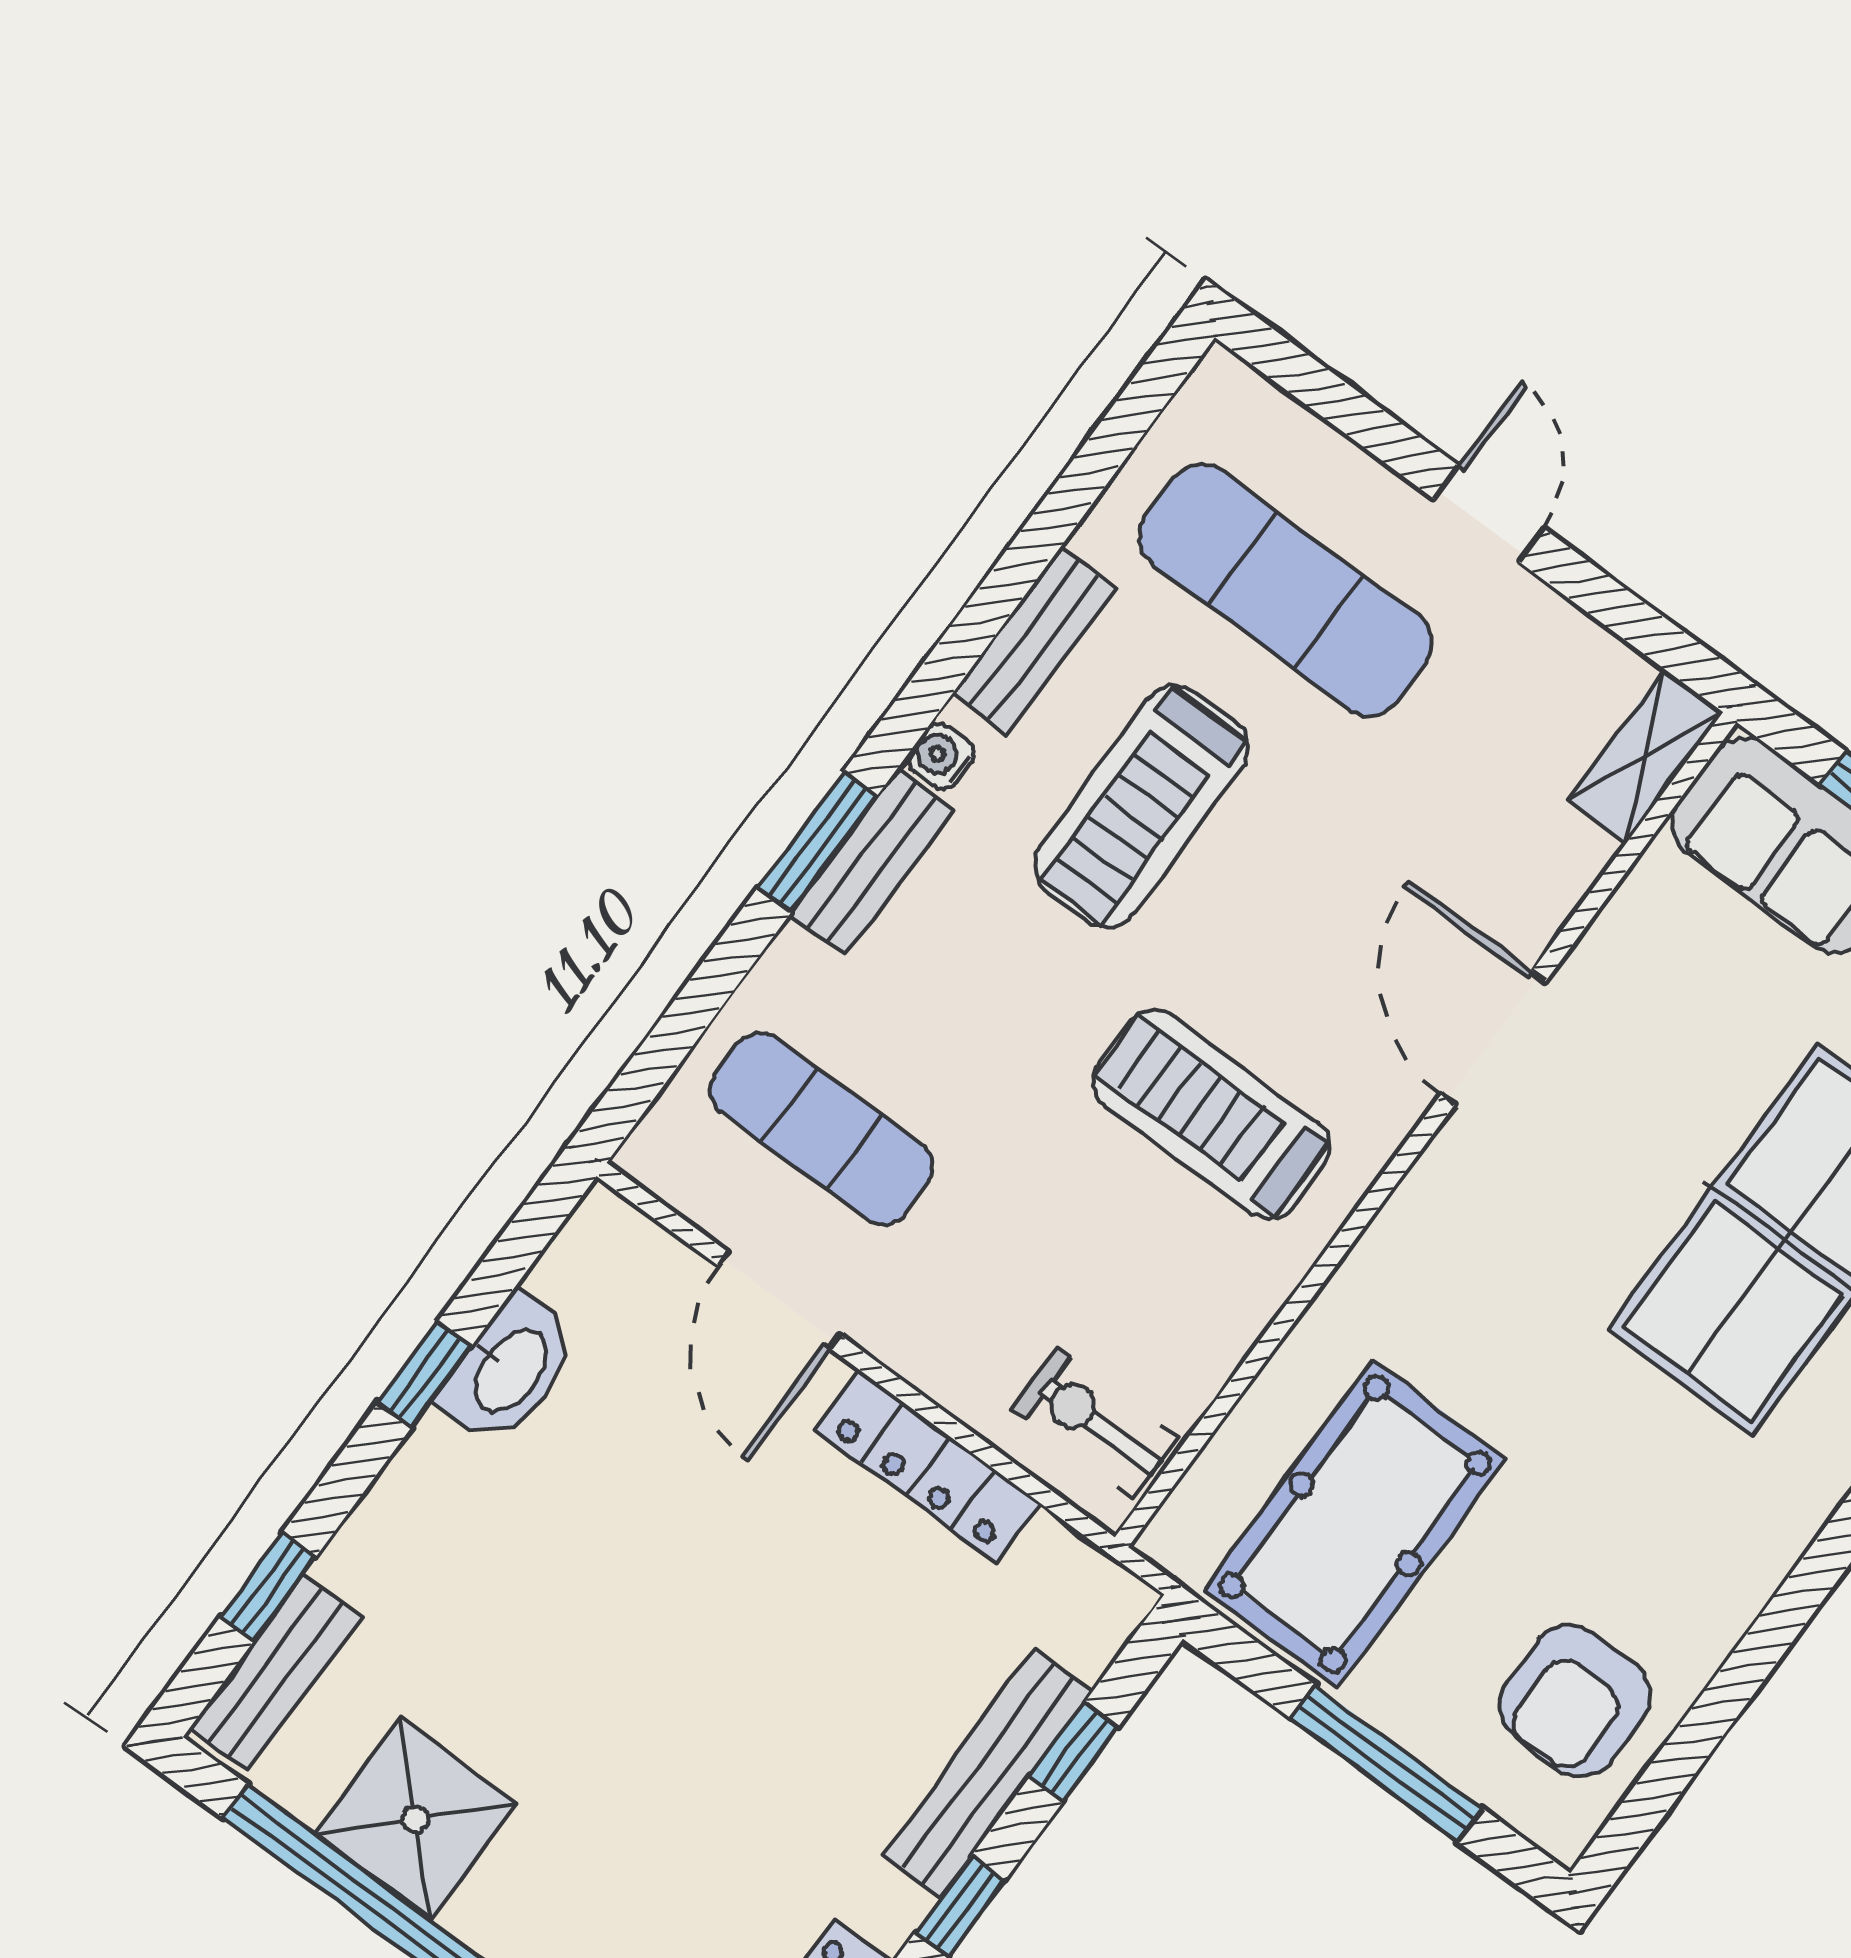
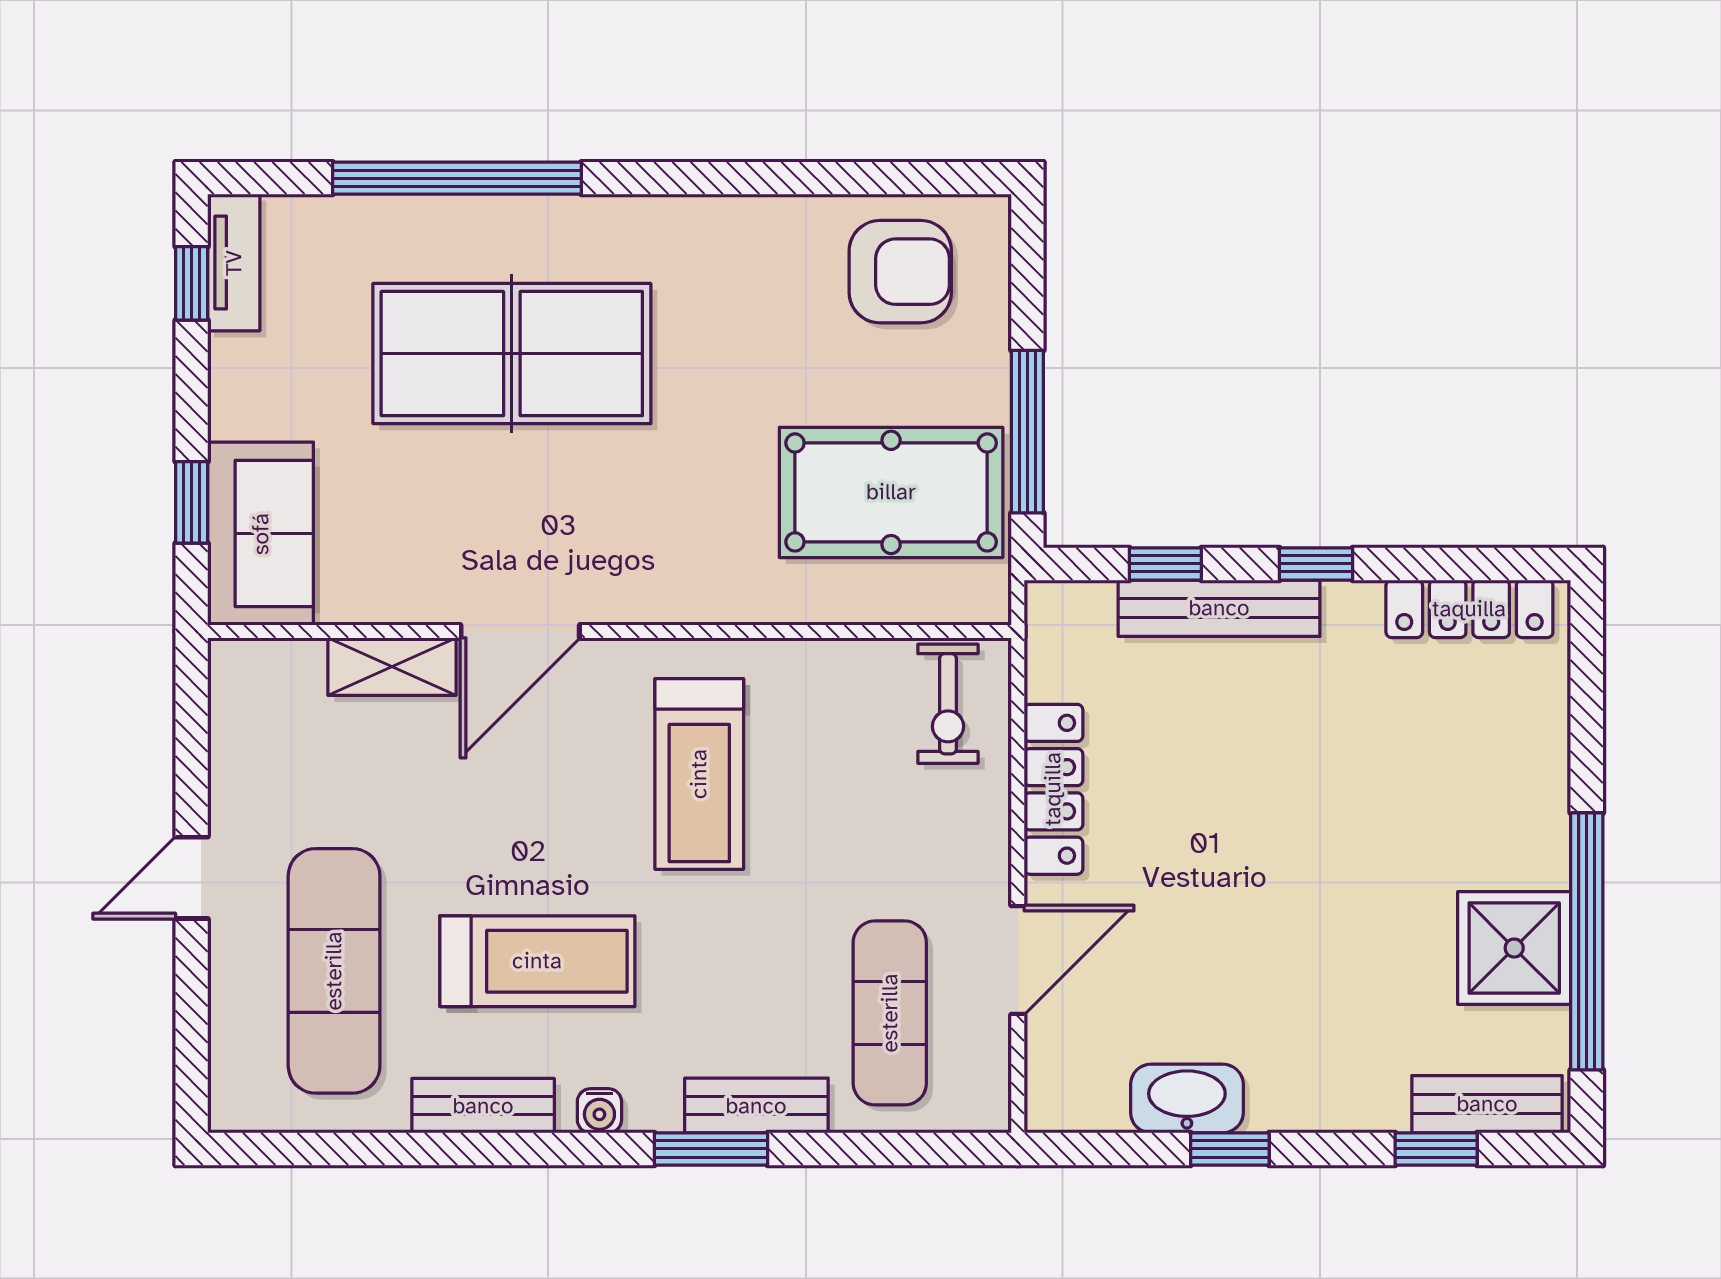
shelving: (1645, 756) -> (392, 667), moved
bench: (871, 862) -> (756, 1106), moved
window: (1387, 1763) -> (1027, 432), moved

